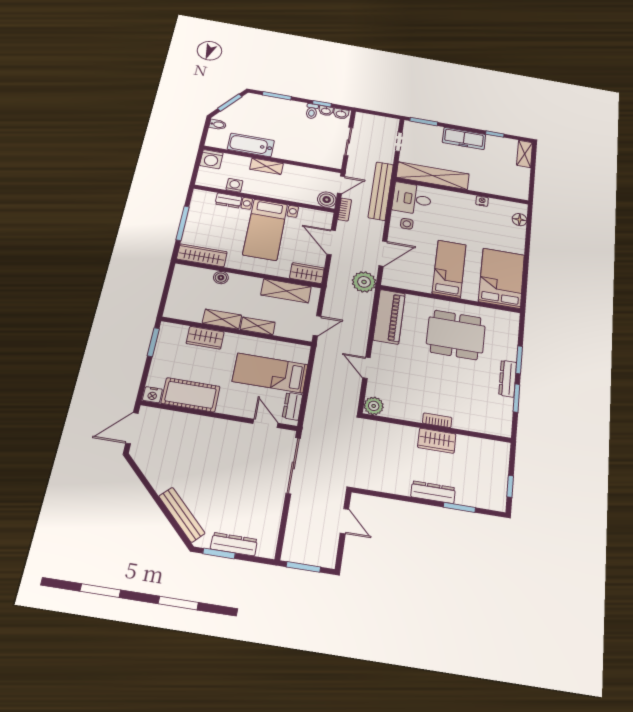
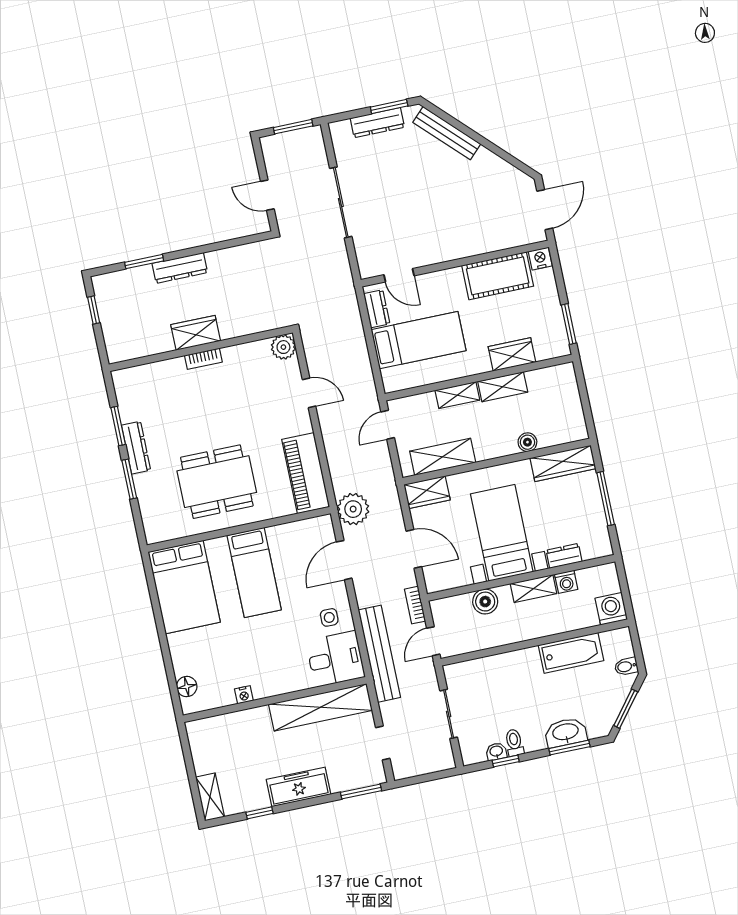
washbasin: (341, 114) -> (566, 732), moved, width x1.91, depth x1.45
shelving: (266, 166) -> (533, 589), moved
boiler: (327, 200) -> (485, 602), moved
sliding door: (293, 466) -> (341, 202), moved

